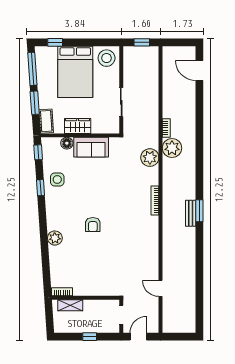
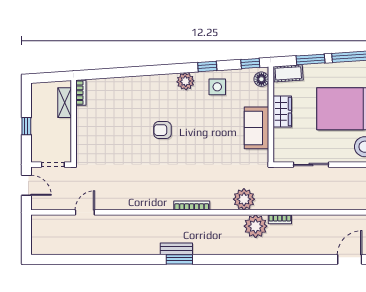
floor lamp: (67, 143) -> (261, 79), moved
plant: (55, 238) -> (185, 81), moved

